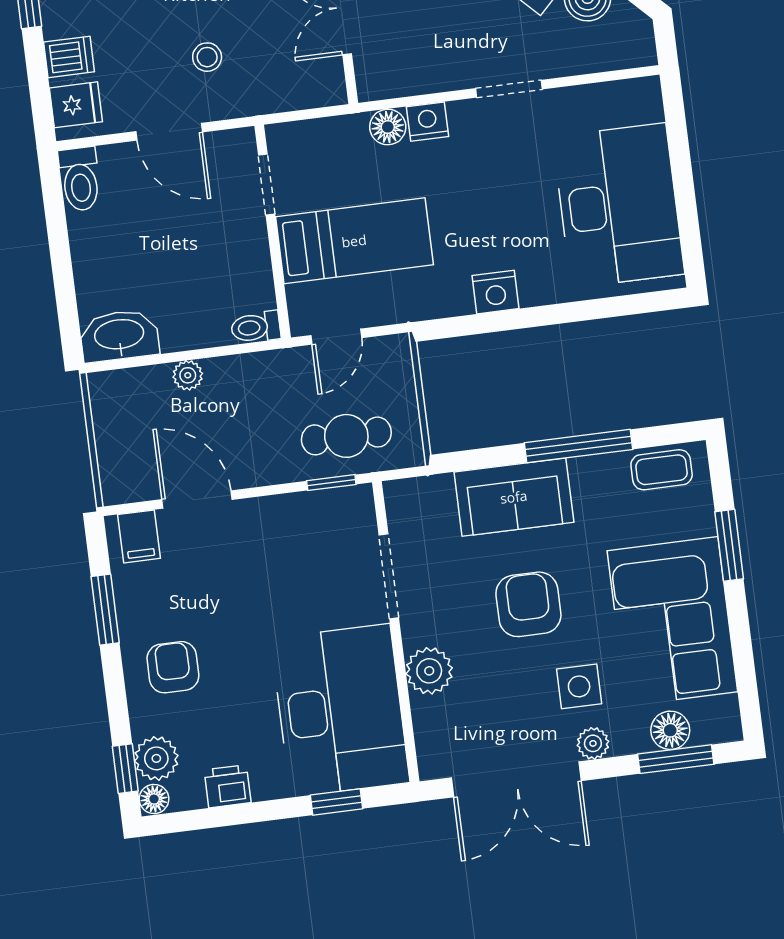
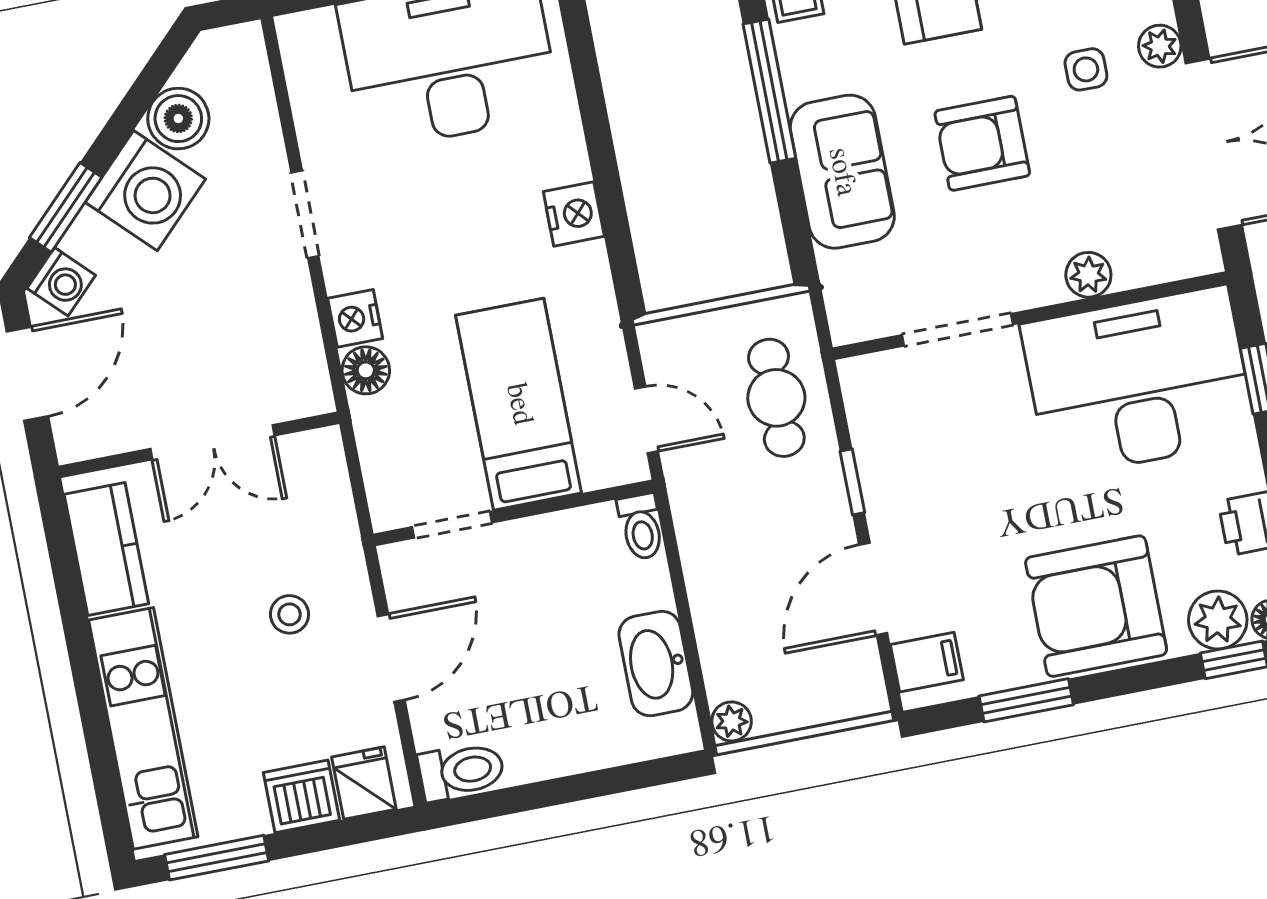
dishwasher: (69, 57) -> (301, 796), width x1.38
washbasin: (119, 336) -> (656, 664), moved
plant: (188, 375) -> (732, 721), moved
window: (331, 483) -> (852, 482), moved
armchair: (173, 667) -> (1096, 606), width x1.88, depth x1.88
plant: (429, 671) -> (1088, 275), width x0.73, depth x0.73
side table: (579, 686) -> (1086, 69), width x0.73, depth x0.73

